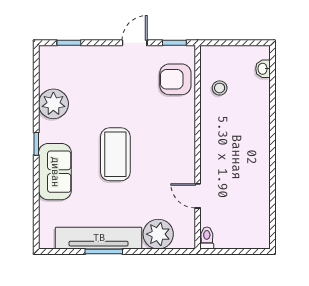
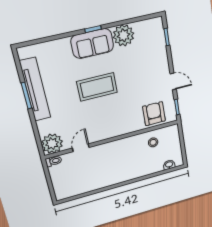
sofa: (55, 172) -> (92, 43), moved
plant: (158, 234) -> (52, 144), moved

